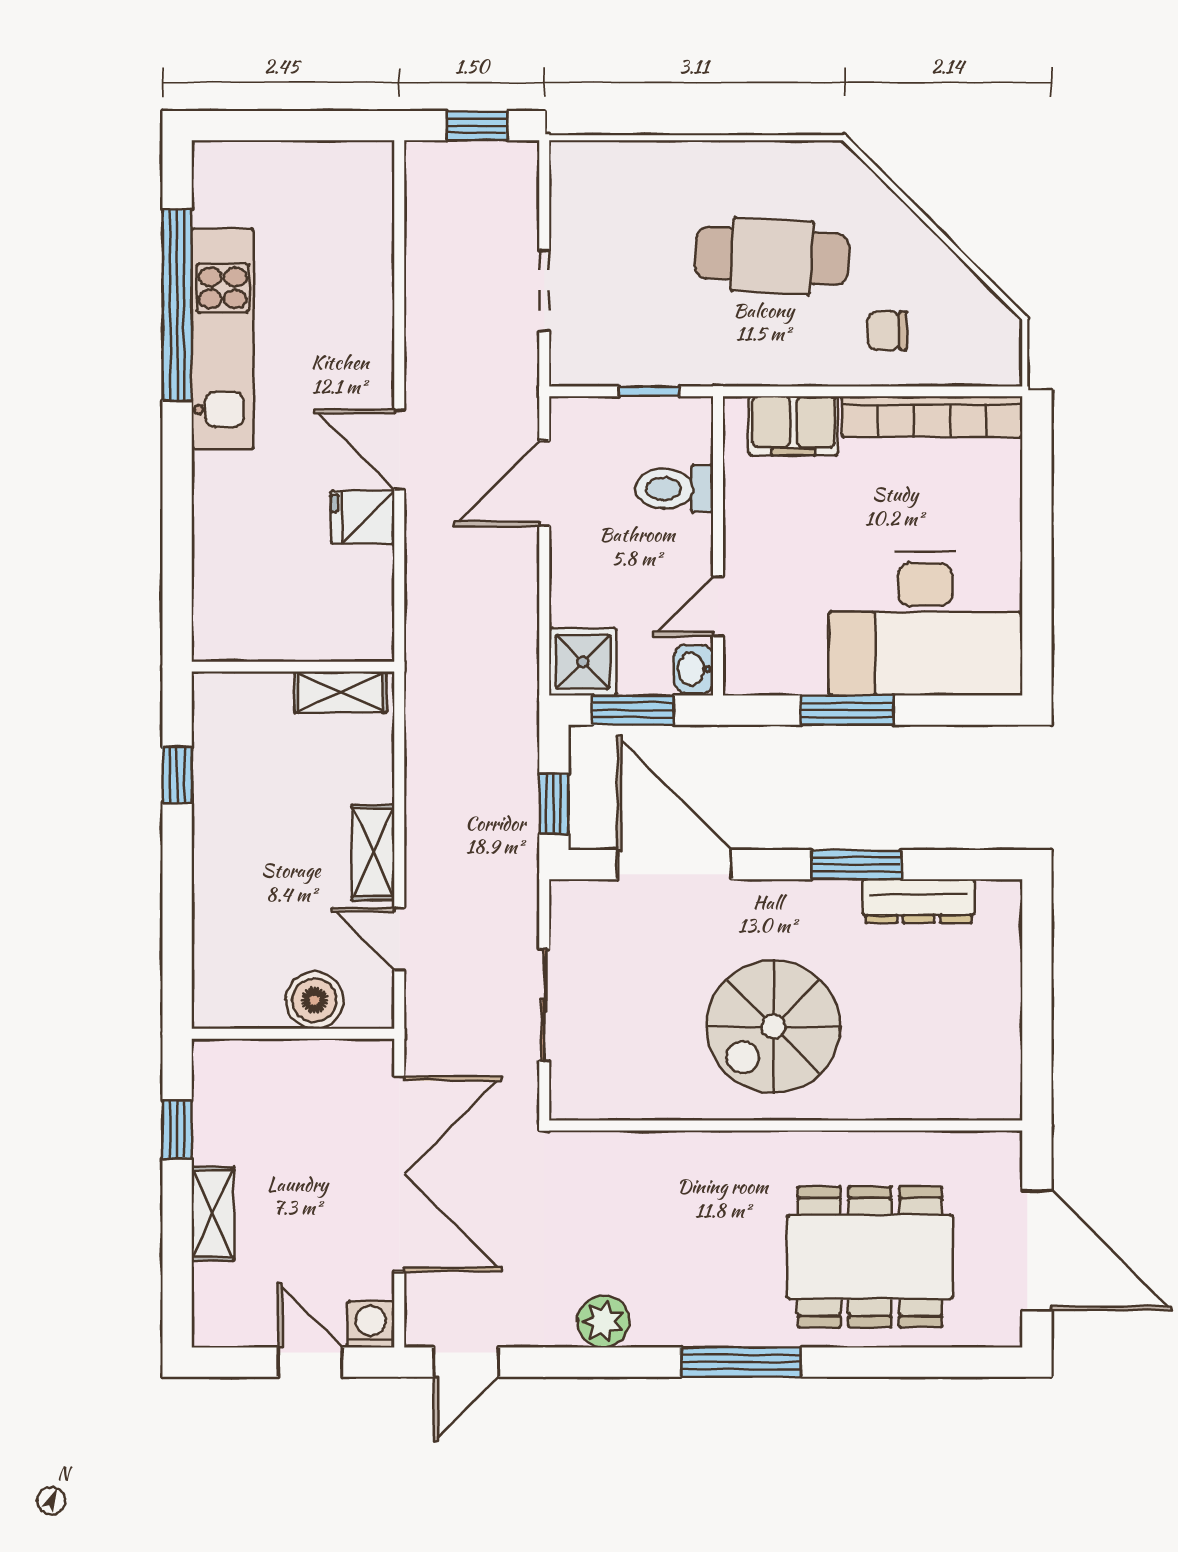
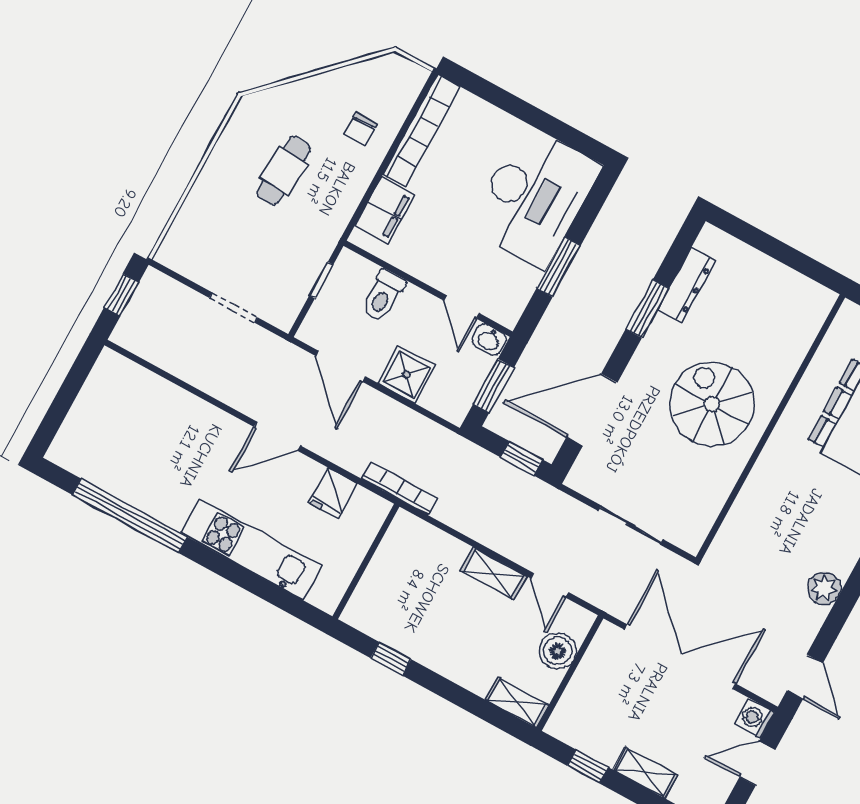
cafe table: (772, 256) -> (284, 171), width x0.73, depth x0.74
kitchen unit: (223, 339) -> (251, 549), moved
fridge: (363, 517) -> (333, 493), moved
bookcase: (420, 657) -> (399, 488), added
shower: (583, 662) -> (406, 374), moved
shelving: (341, 692) -> (517, 703), moved, turned 90
door: (399, 939) -> (550, 585), hinge flipped
spiral stairs: (773, 1027) -> (712, 404), turned 180

